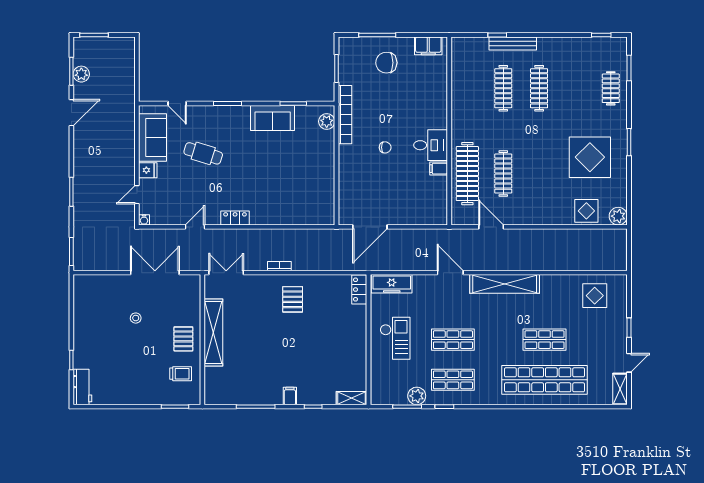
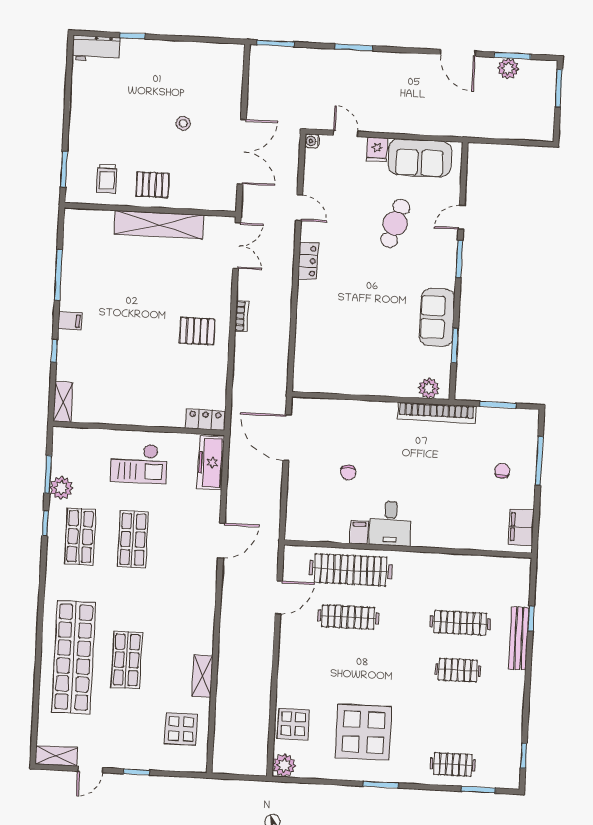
chair: (386, 63) -> (502, 471), width x0.54, depth x0.54
clothes rail: (539, 88) -> (458, 670), width x0.73
door: (177, 103) -> (461, 217), moved
chair: (385, 147) -> (348, 473), moved
shelving: (505, 284) -> (202, 676), moved, width x0.45, depth x0.75
door: (629, 363) -> (90, 769), hinge flipped

